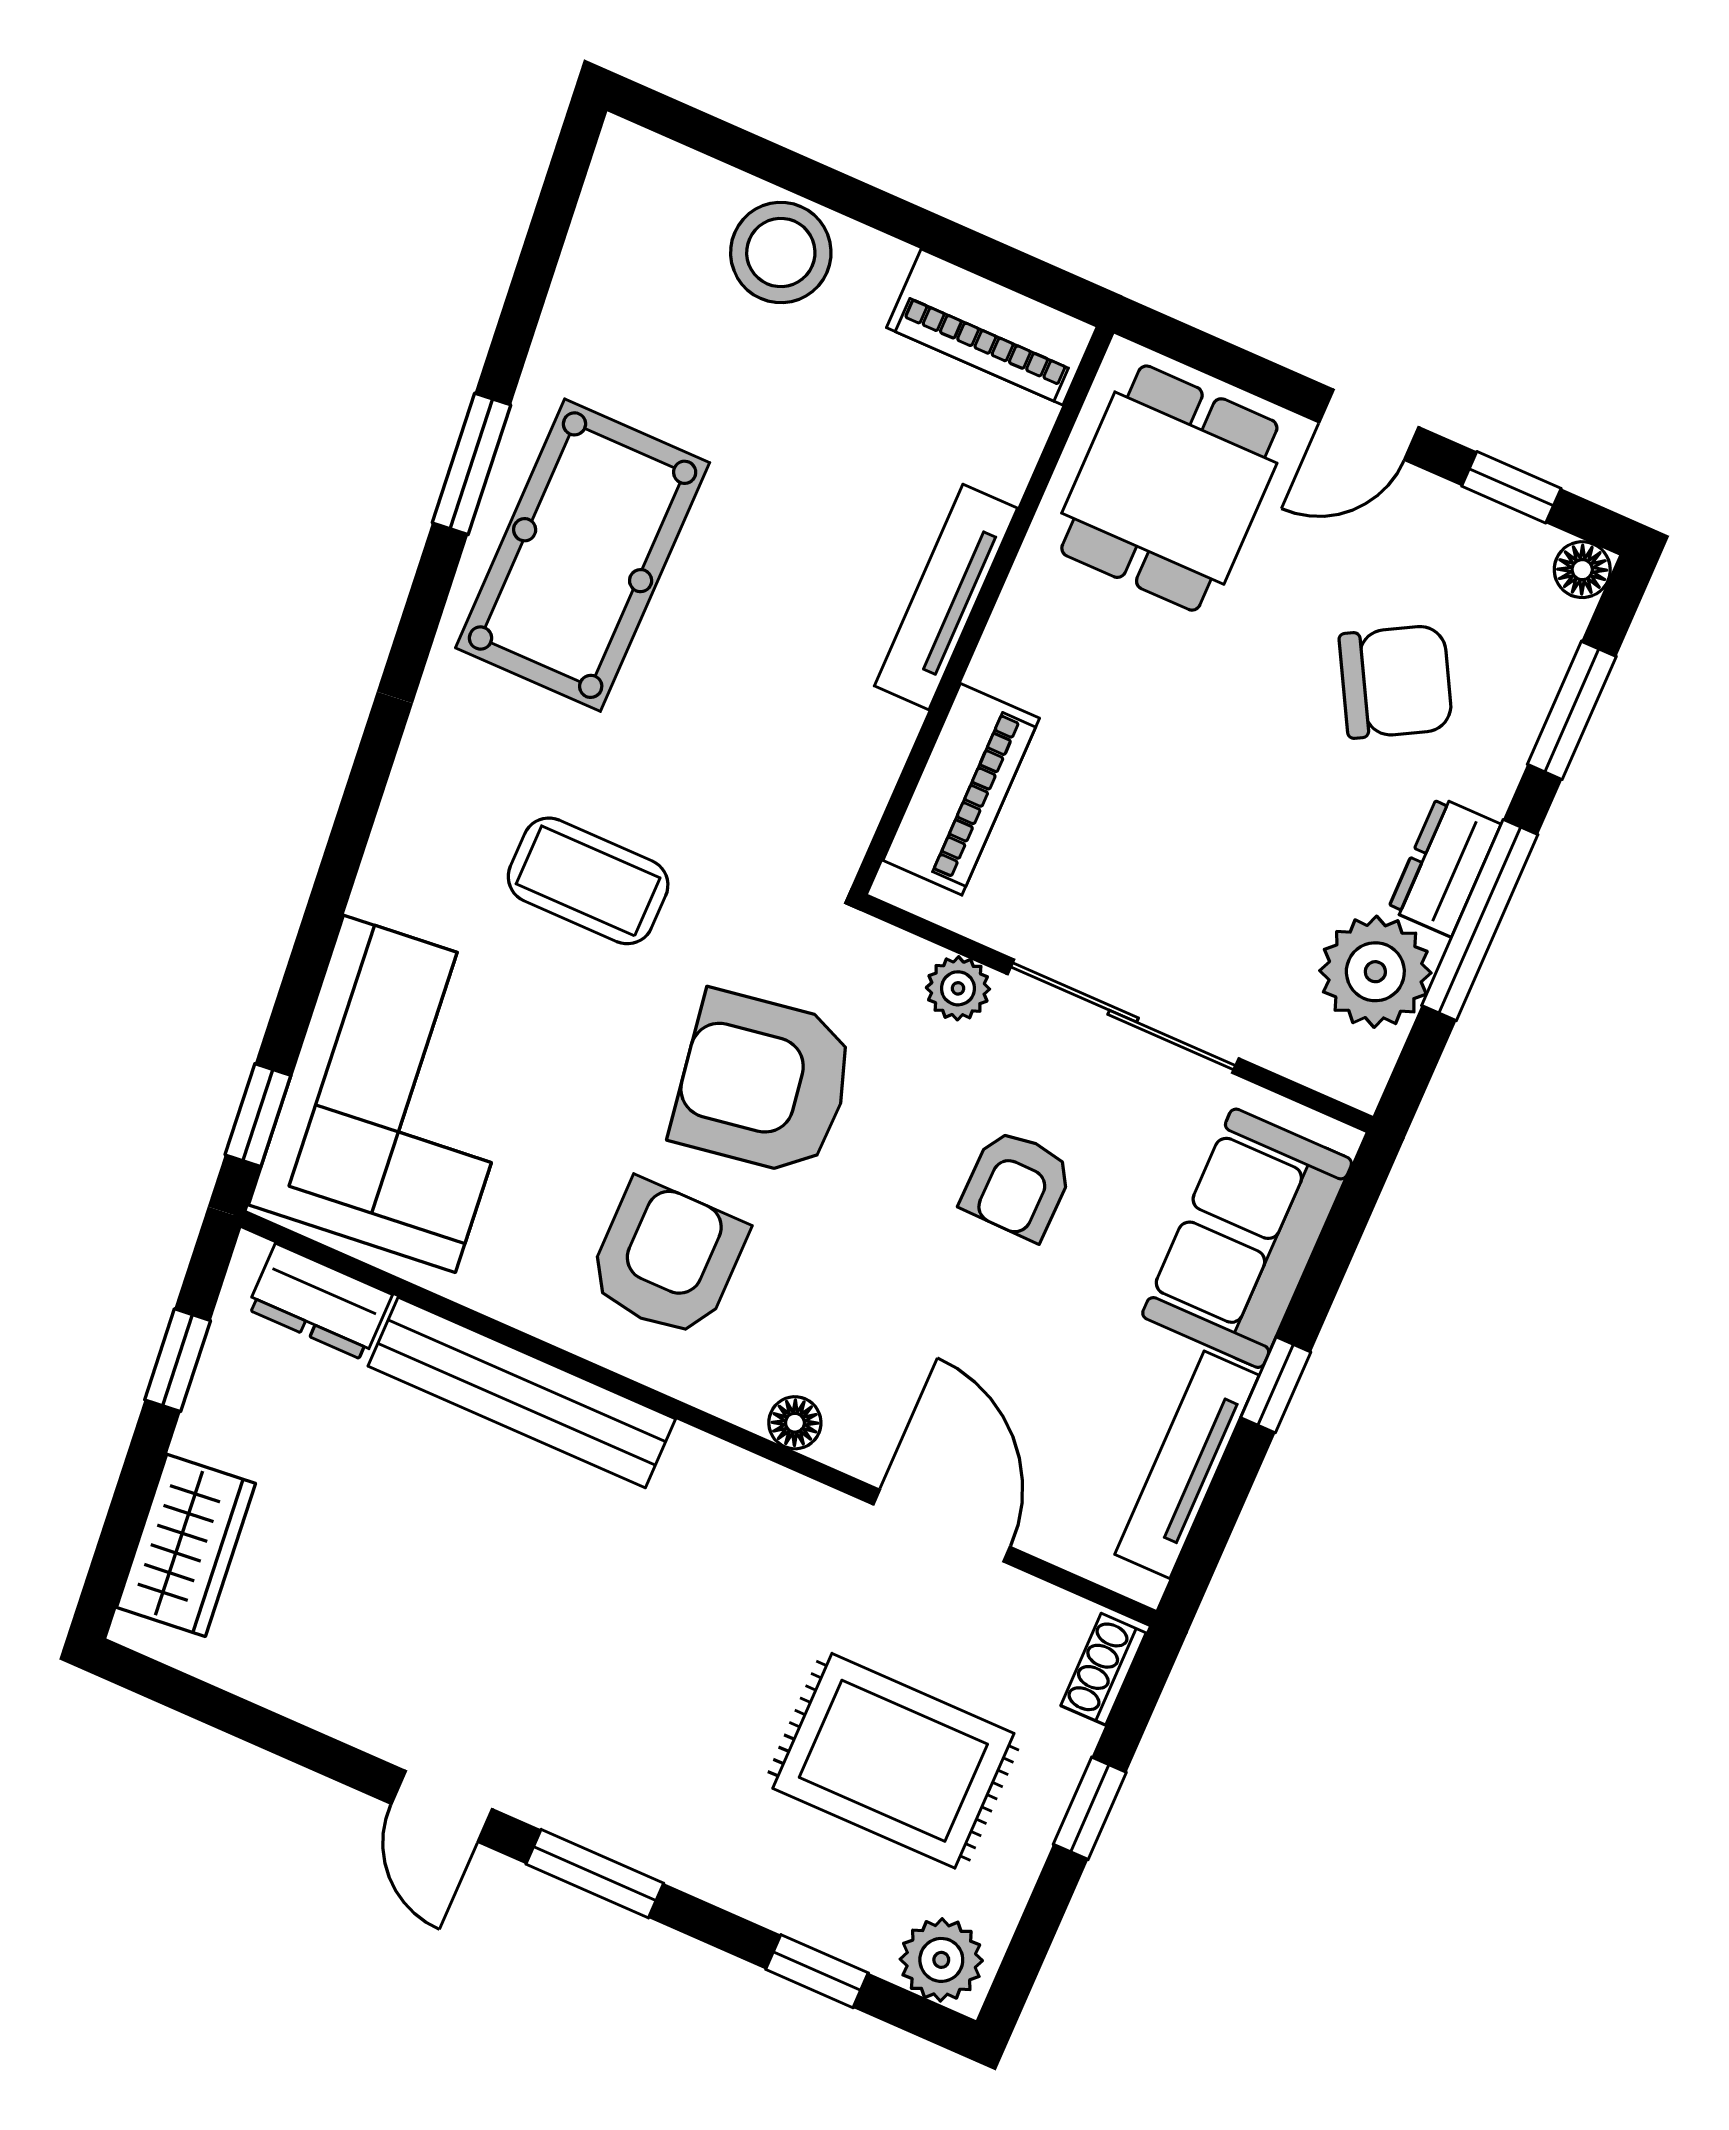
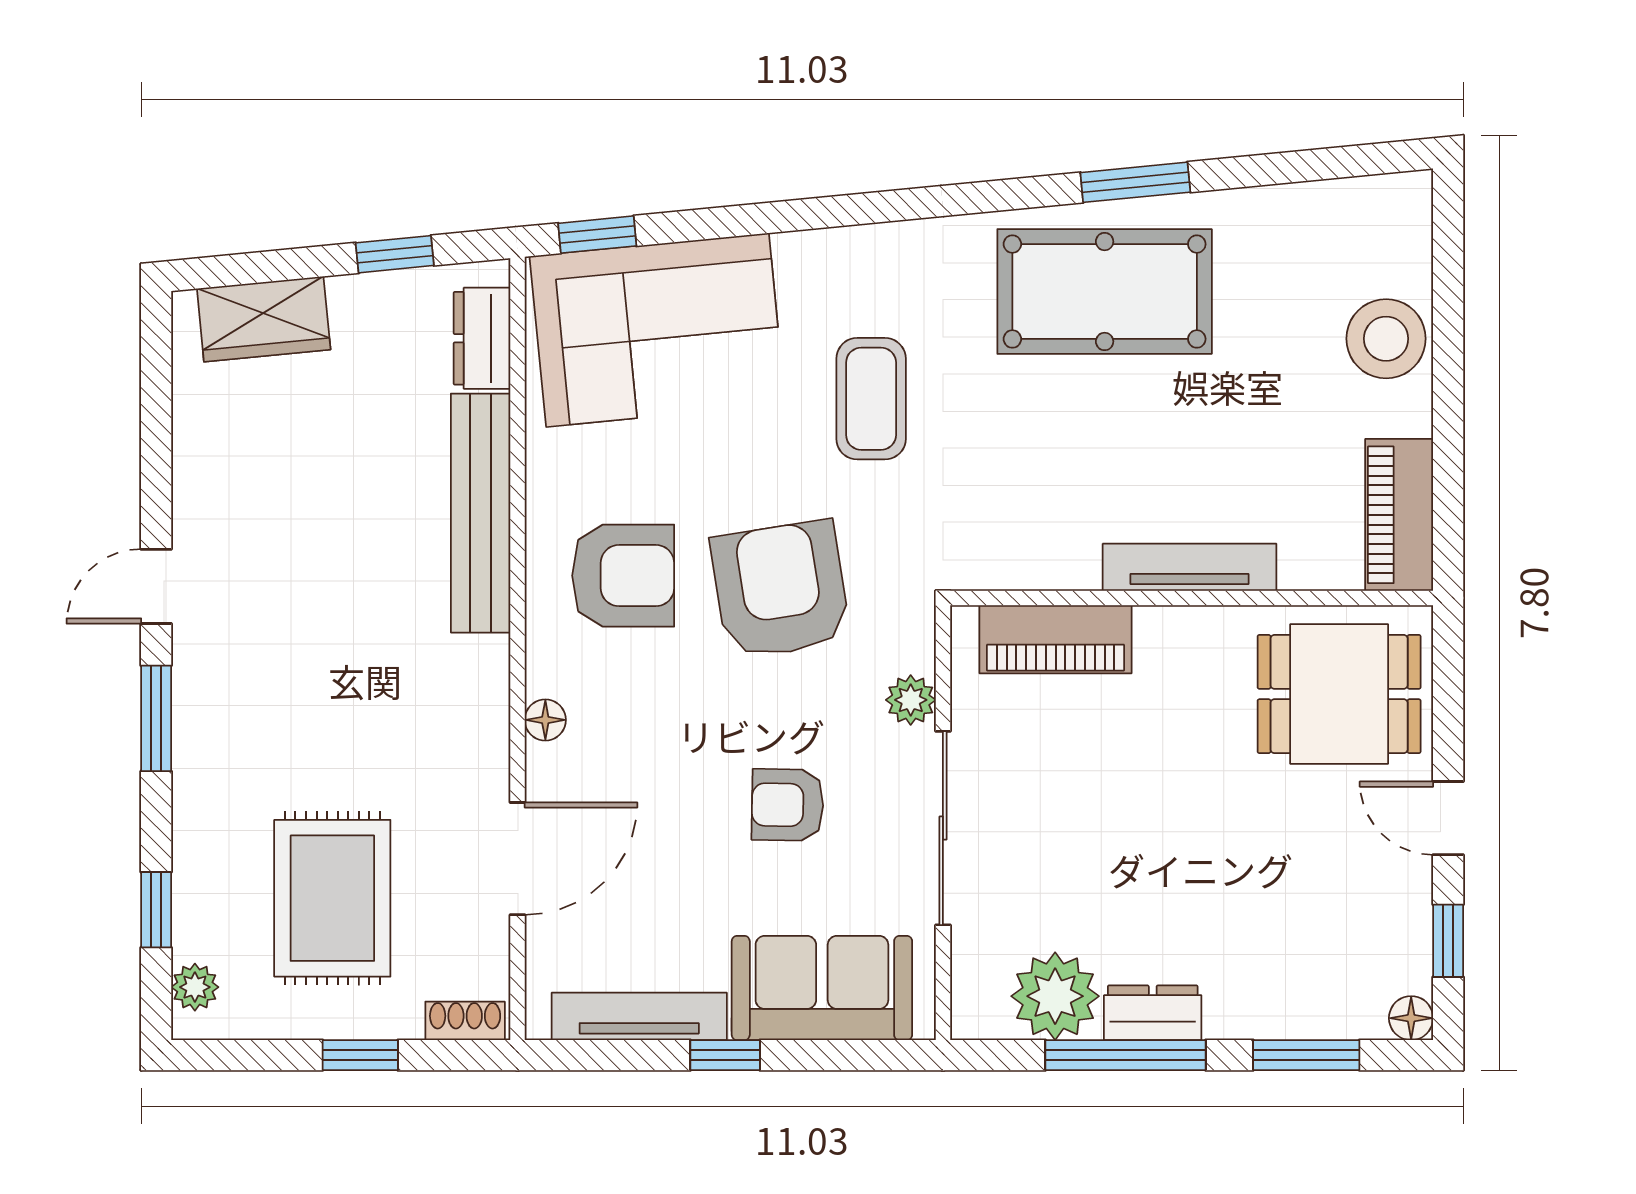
chair: (1396, 682) -> (1271, 919), removed
plant: (941, 1960) -> (195, 987), width x0.73, depth x0.73

